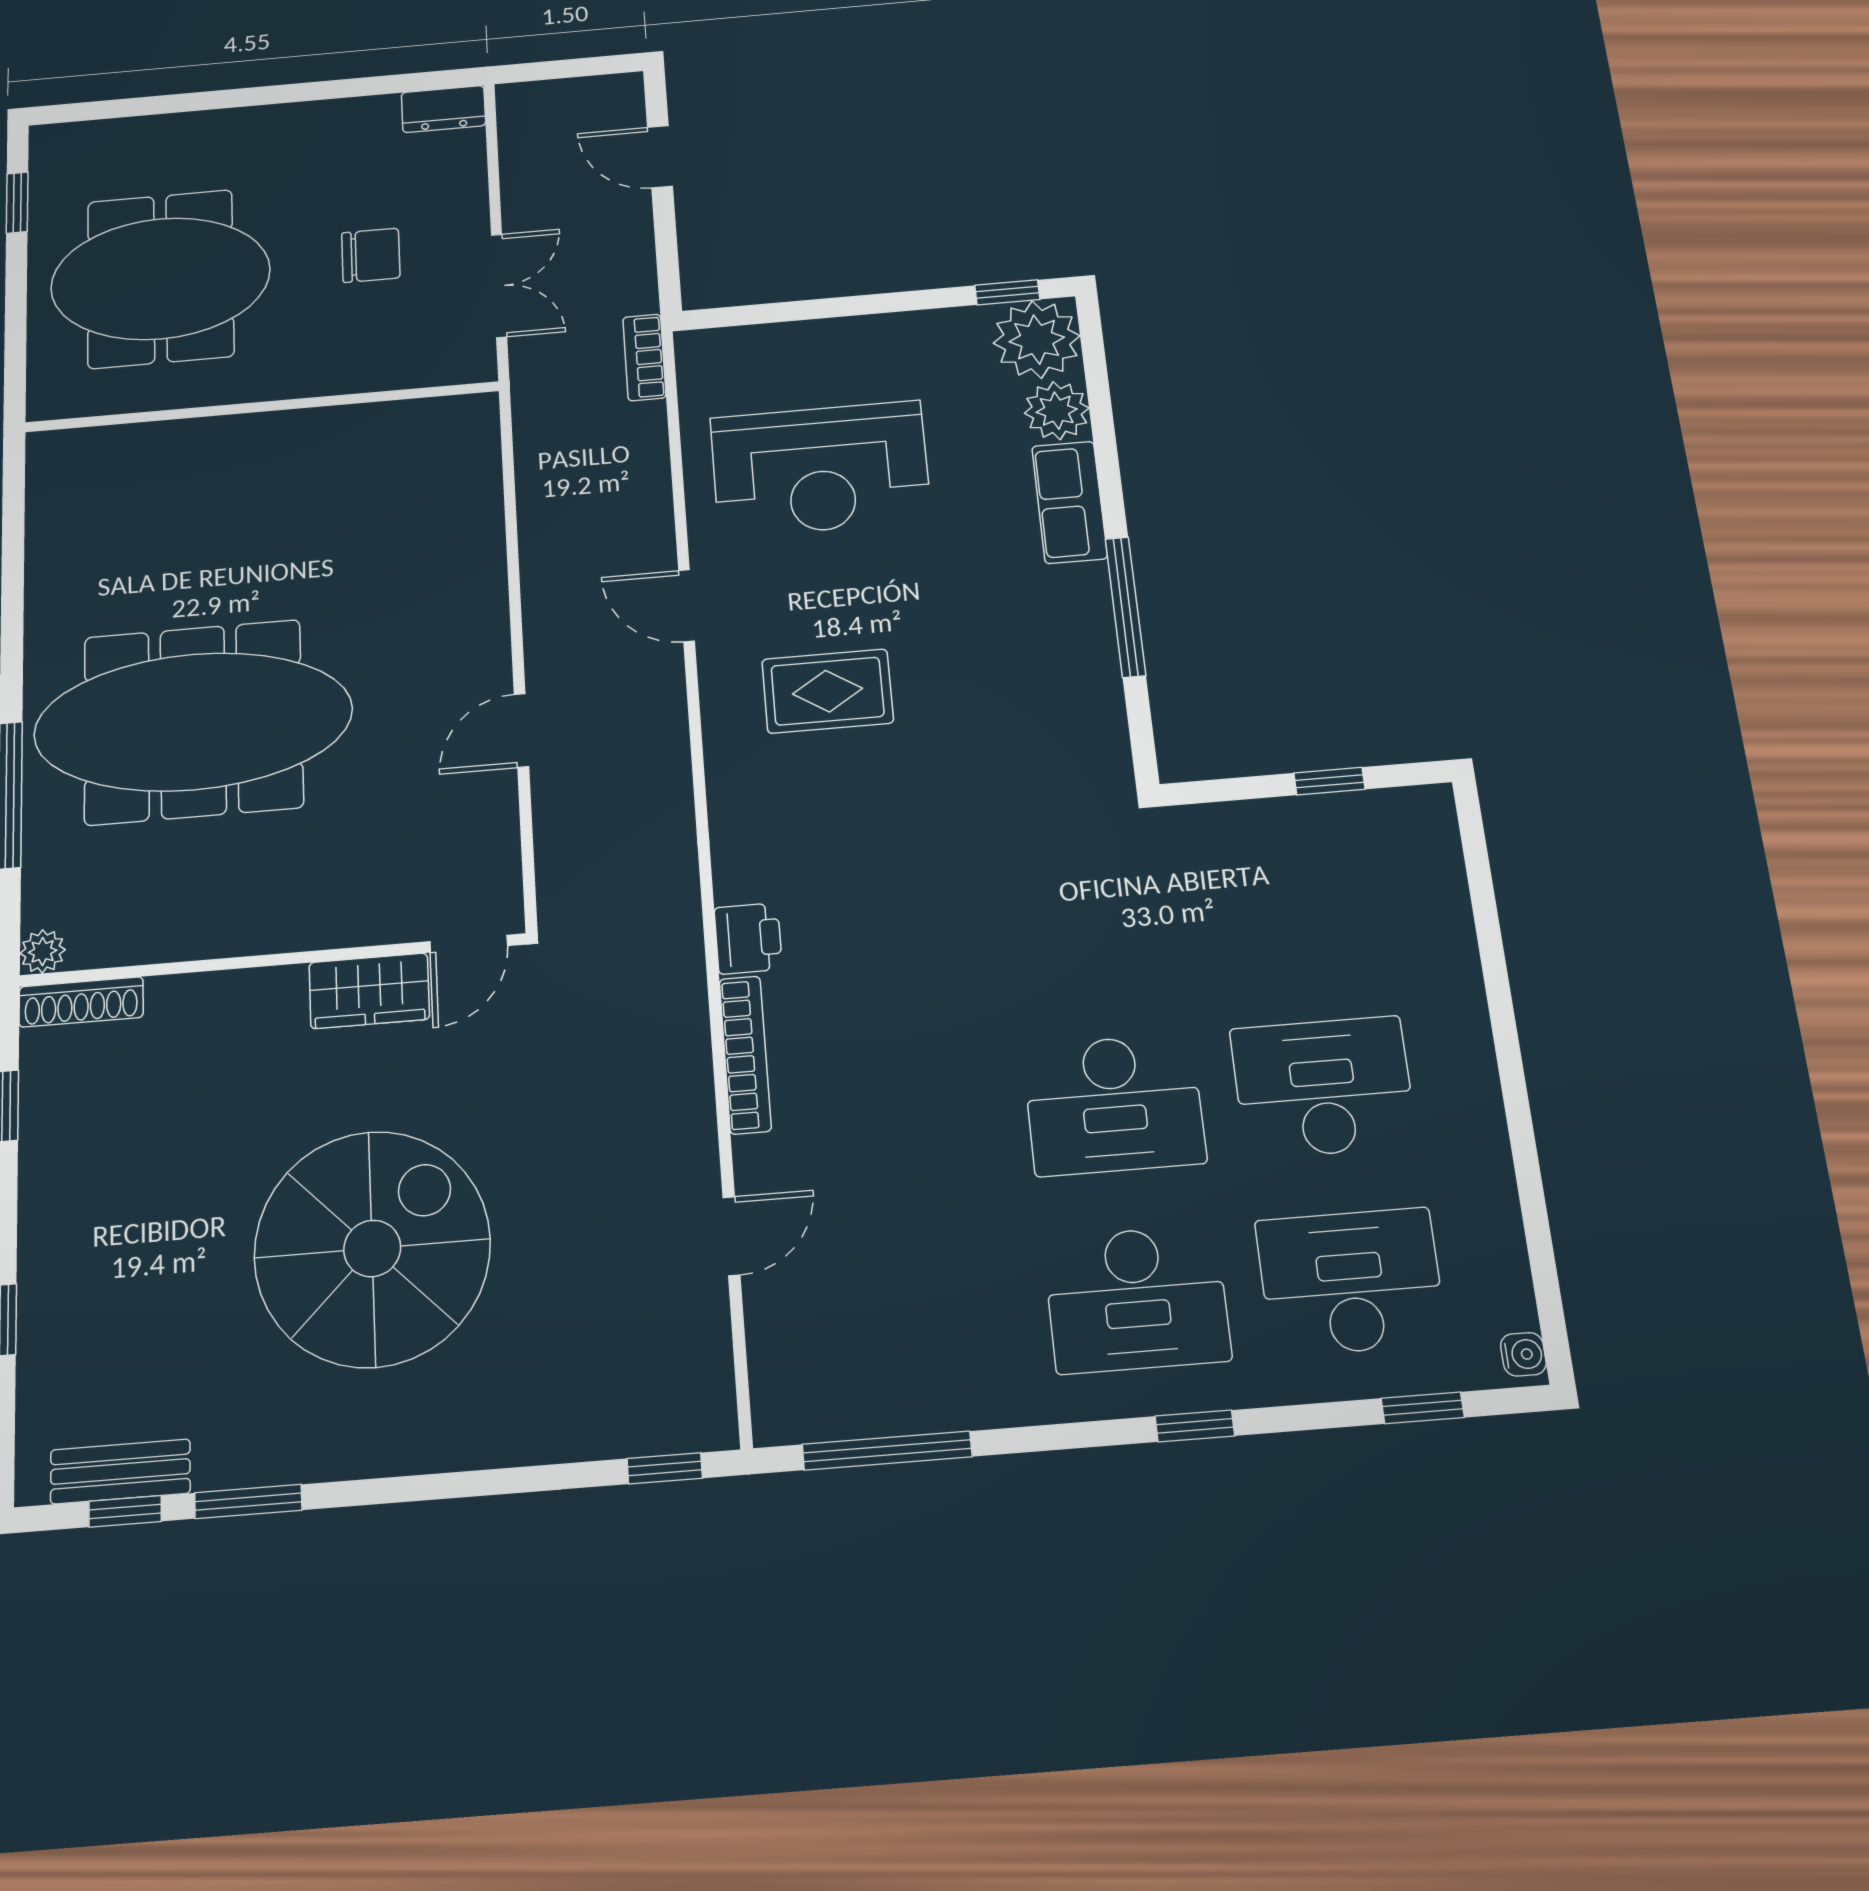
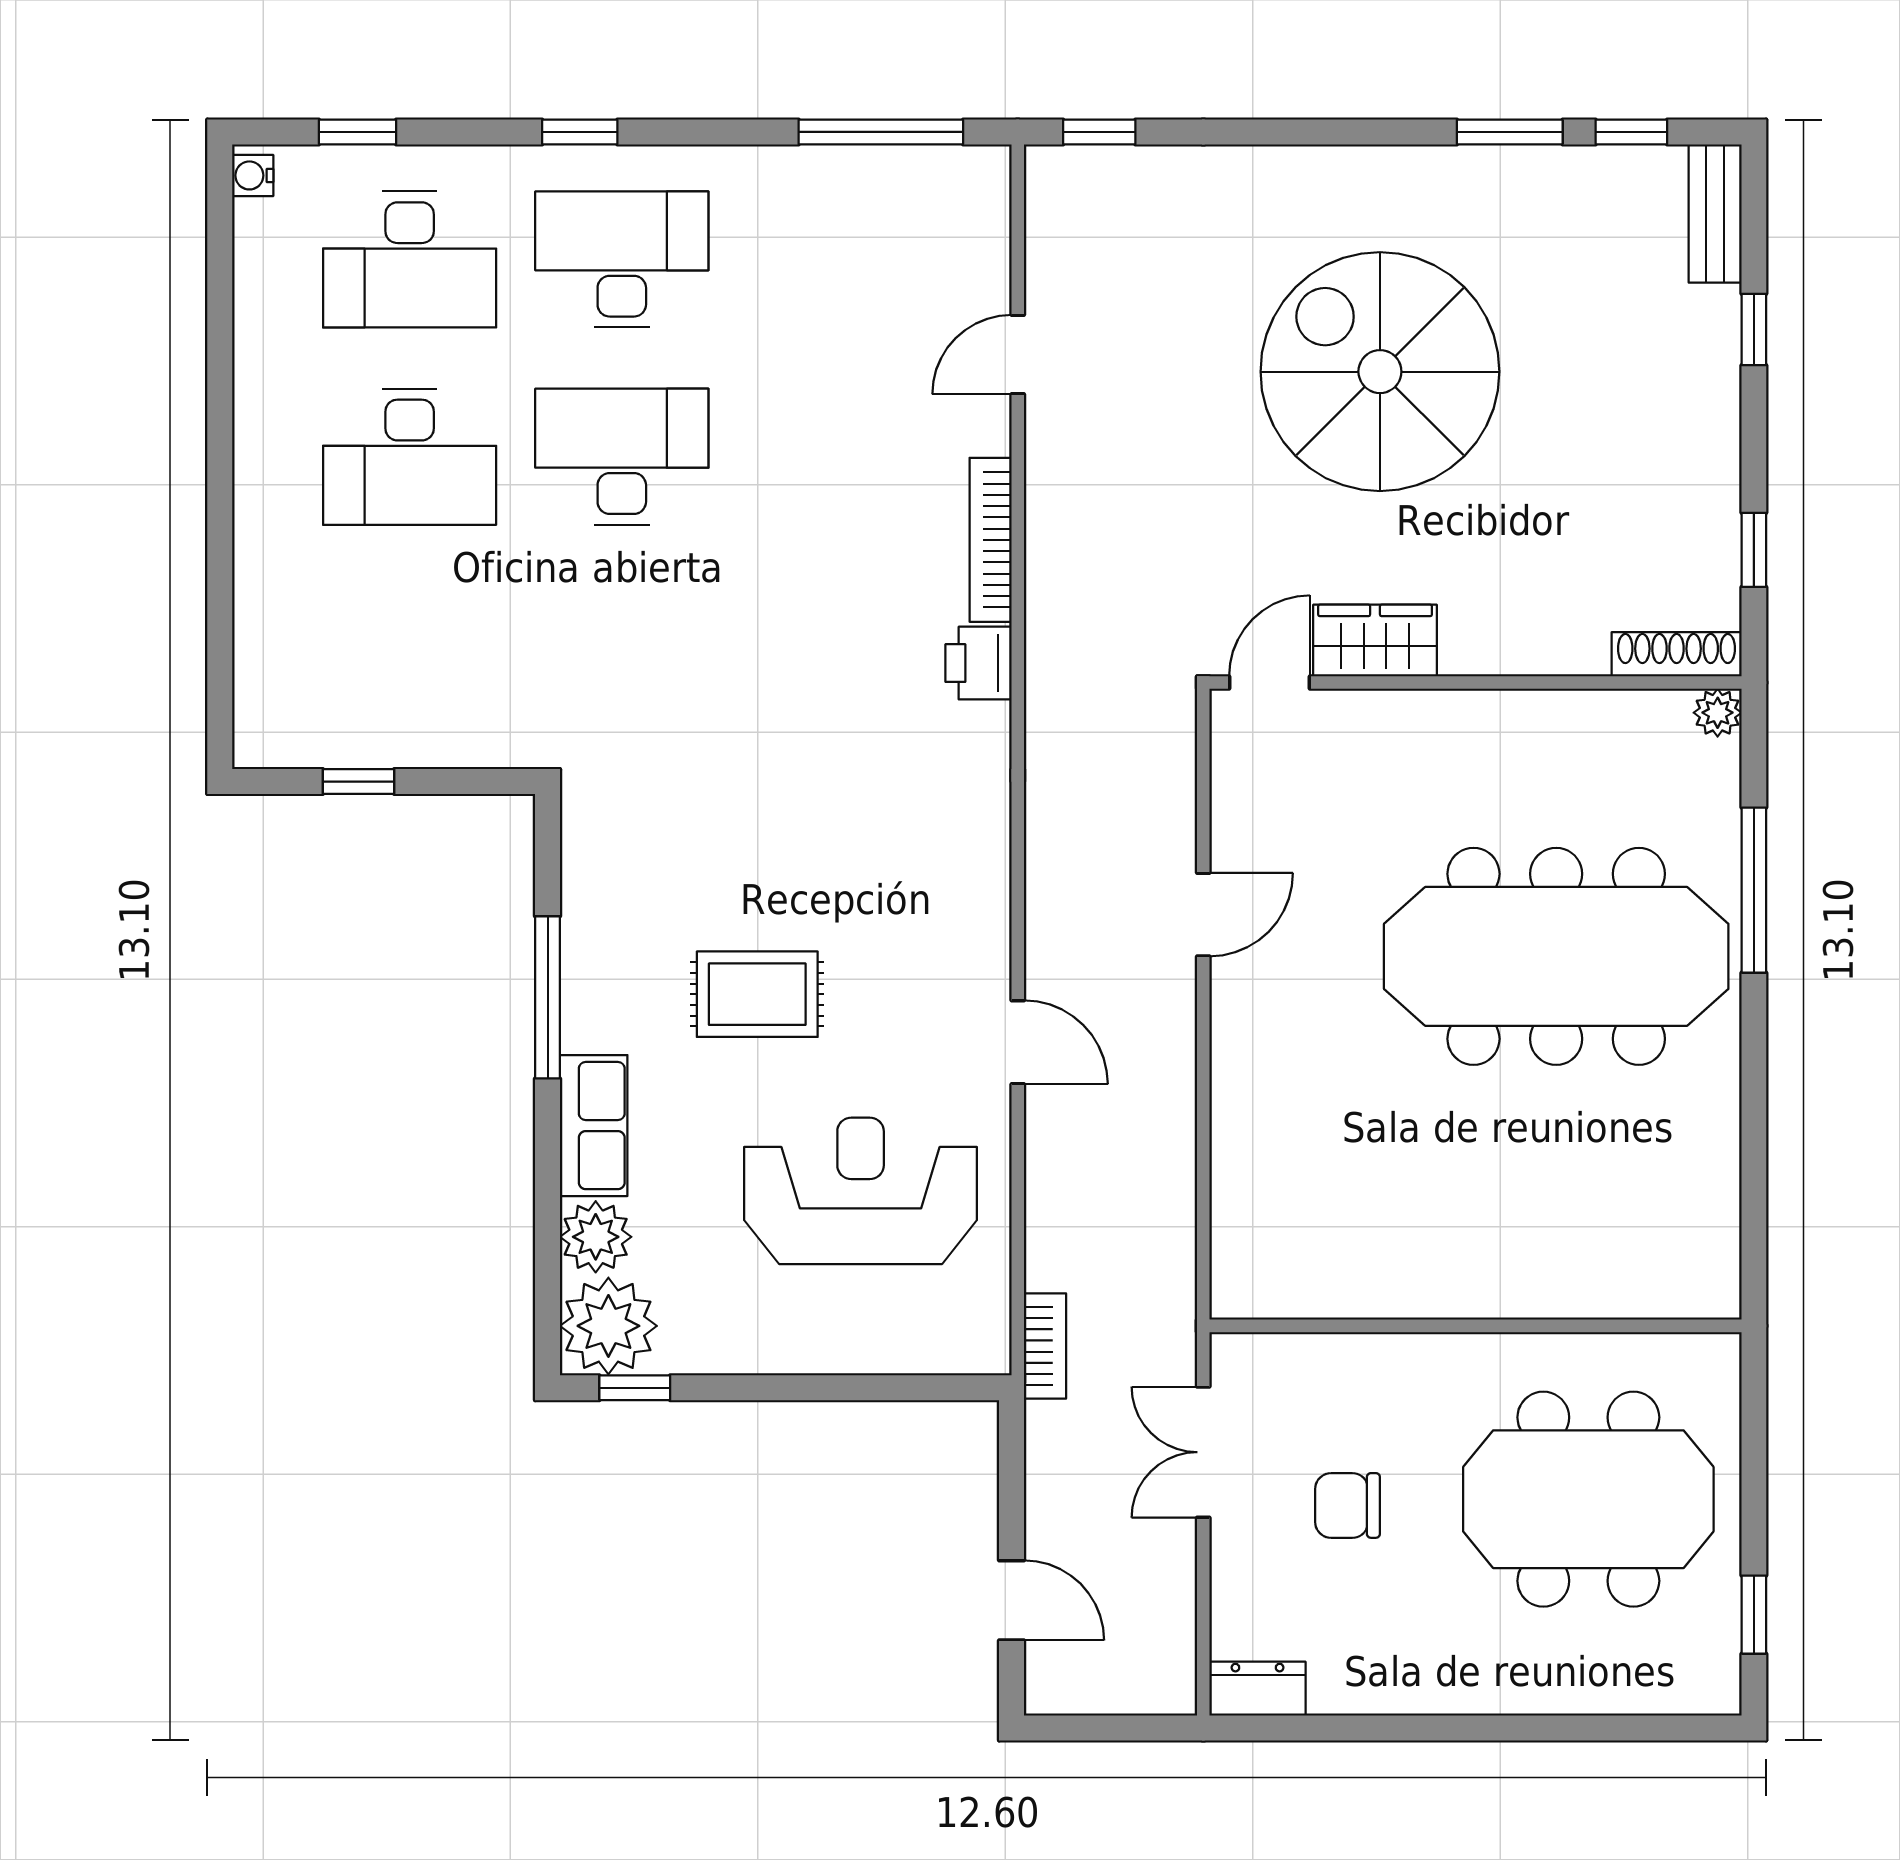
rug: (828, 691) -> (757, 994), moved
spiral stairs: (372, 1248) -> (1380, 372), turned 90
bench: (120, 1472) -> (1715, 214), moved, turned 90

